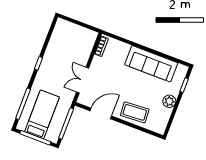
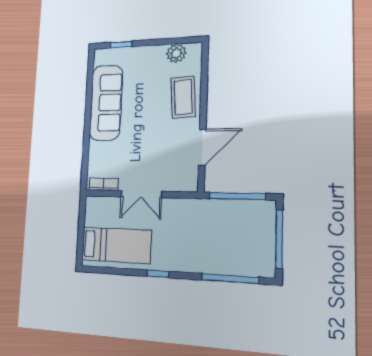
double door: (83, 80) -> (141, 194), moved
plant: (169, 101) -> (176, 53), moved
door: (101, 113) -> (202, 147), swing flipped
bed: (42, 114) -> (116, 245), moved, turned 180

